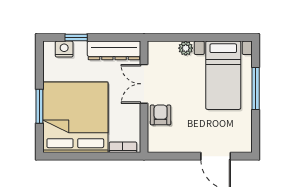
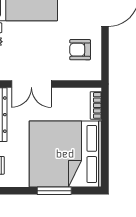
armchair: (161, 115) -> (80, 50), moved

